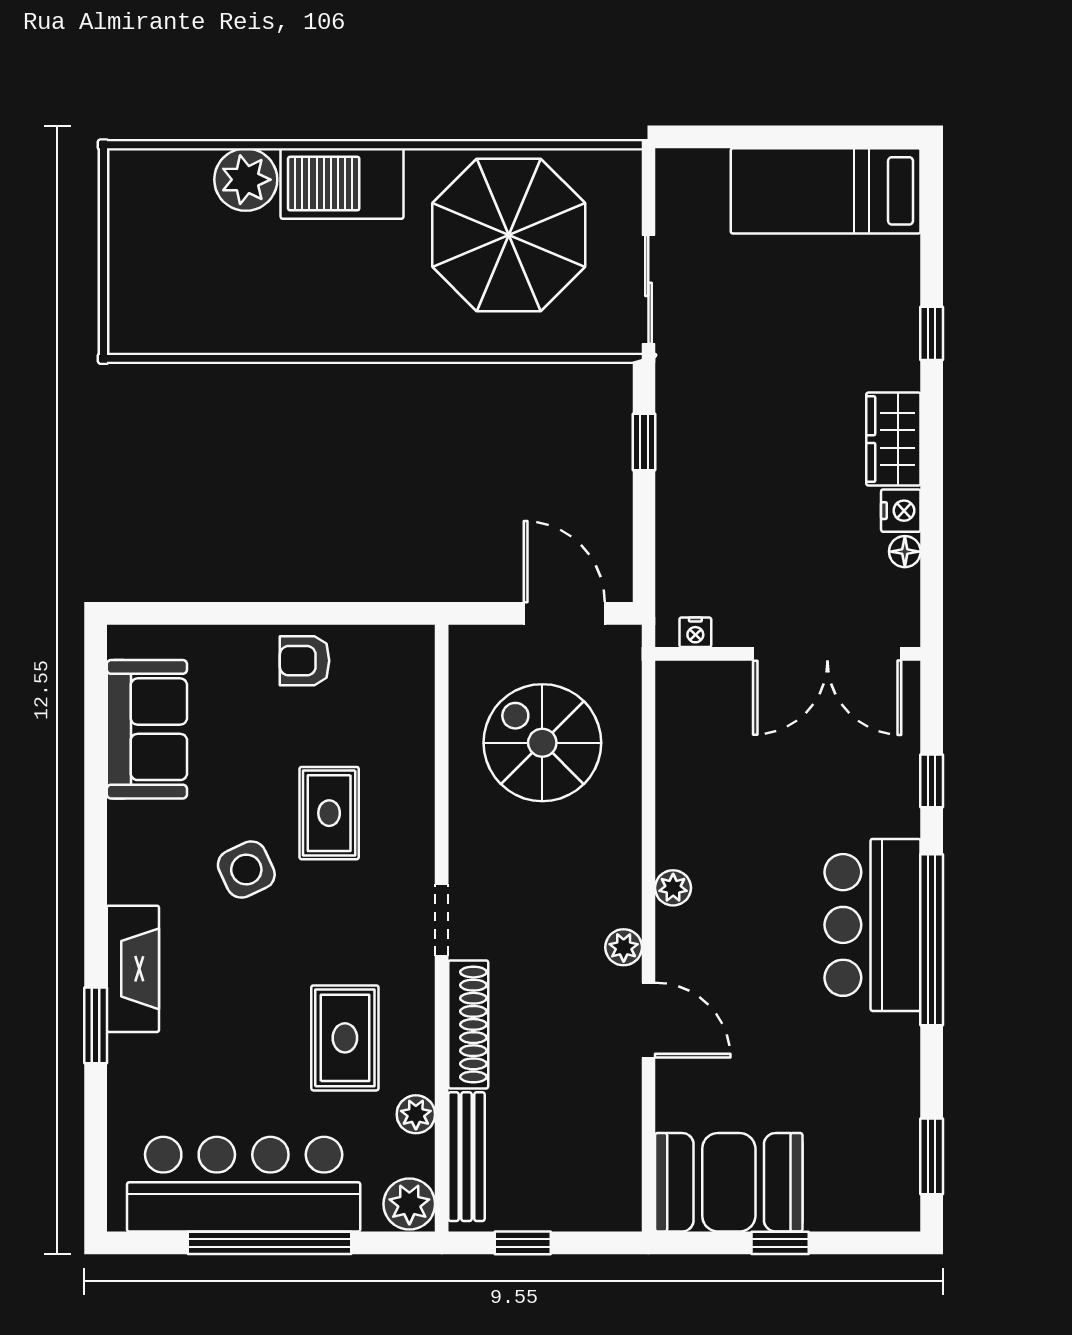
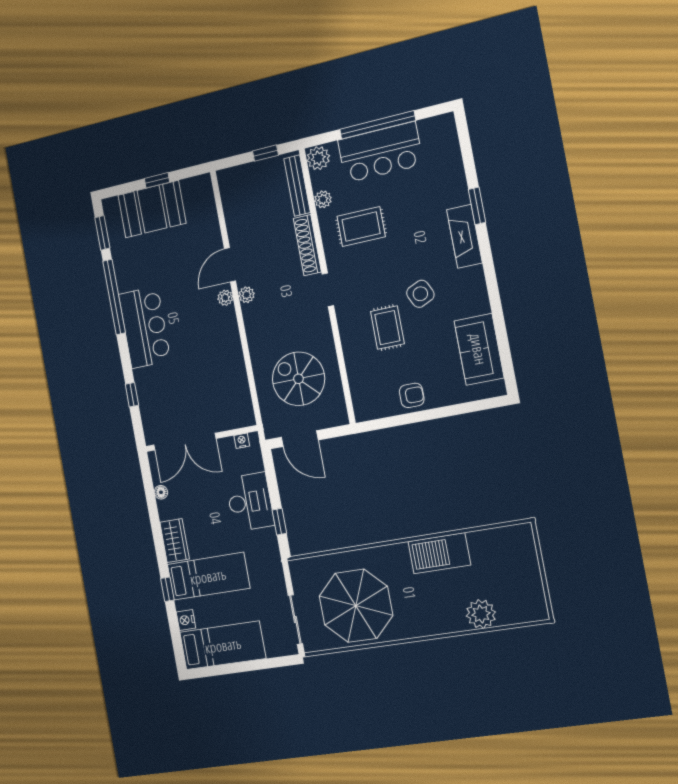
barbecue: (342, 184) -> (439, 553), moved, turned 180
sliding door: (648, 289) -> (295, 619), moved
bed: (829, 348) -> (208, 576), added
desk: (703, 496) -> (250, 502), added
nightstand: (901, 511) -> (186, 620), moved
double door: (827, 654) -> (185, 442), swing flipped
spiral stairs: (542, 743) -> (298, 379), turned 180
plant: (673, 888) -> (225, 298), moved
window: (932, 940) -> (114, 297), moved
door: (648, 1020) -> (230, 265), hinge flipped
rug: (345, 1038) -> (361, 227), turned 90
booth: (729, 1182) -> (152, 209), moved
bar counter: (244, 1184) -> (380, 152), width x0.73

